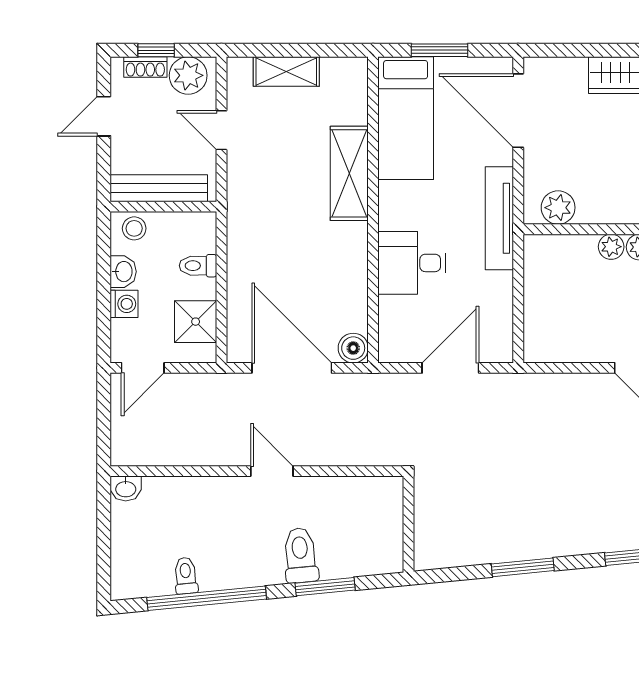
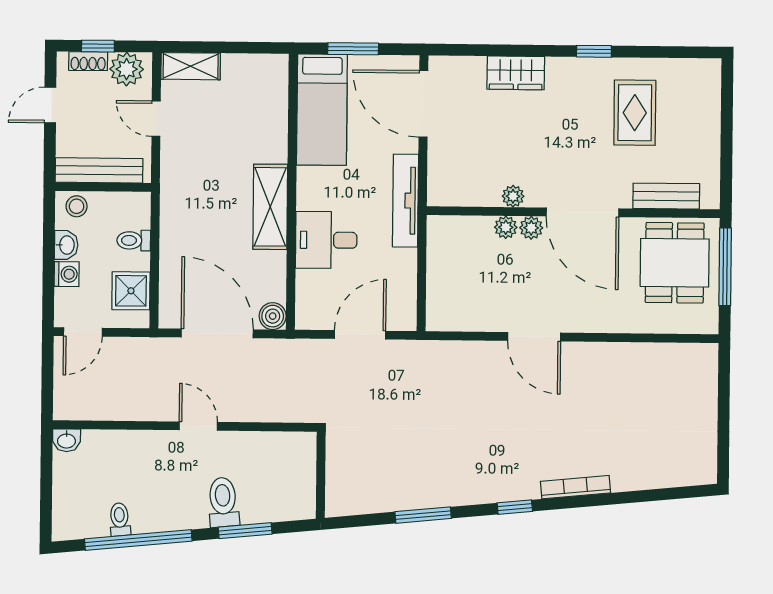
shelving: (286, 71) -> (191, 66), moved
shelving: (349, 173) -> (270, 207), moved
plant: (558, 208) -> (513, 196), moved, width x0.73, depth x0.73

